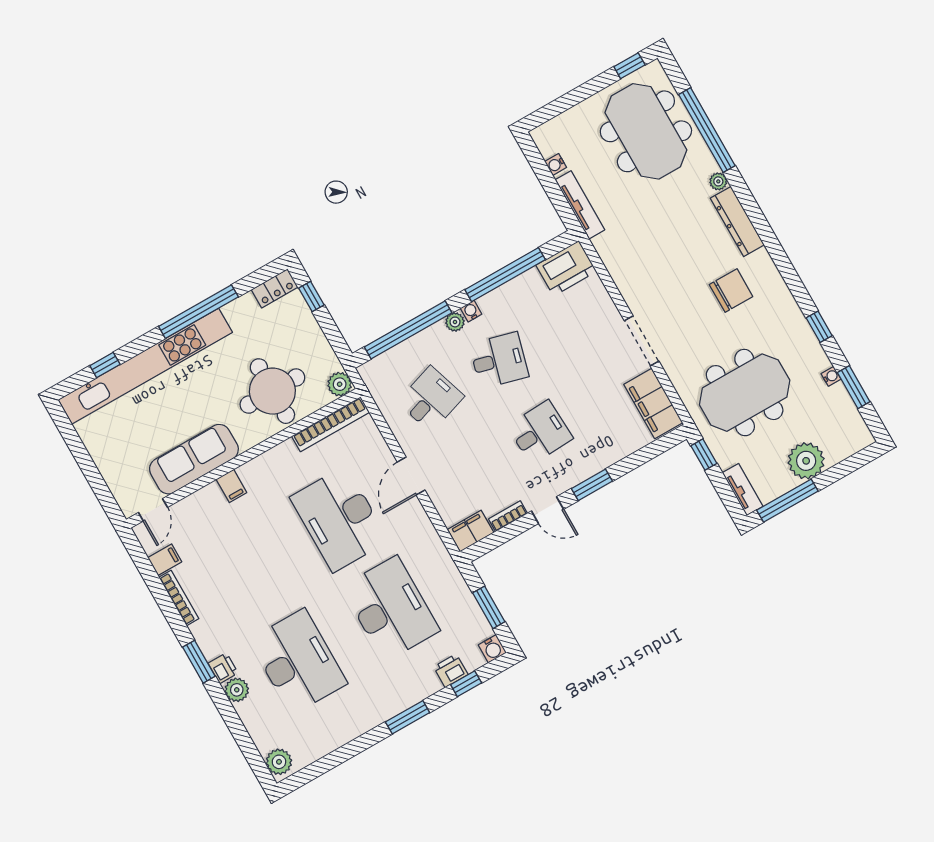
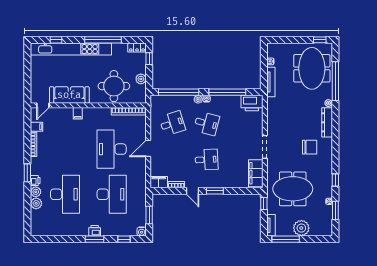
plant: (340, 384) -> (141, 79), moved
printer: (451, 671) -> (95, 231), moved
plant: (279, 762) -> (36, 203), moved

